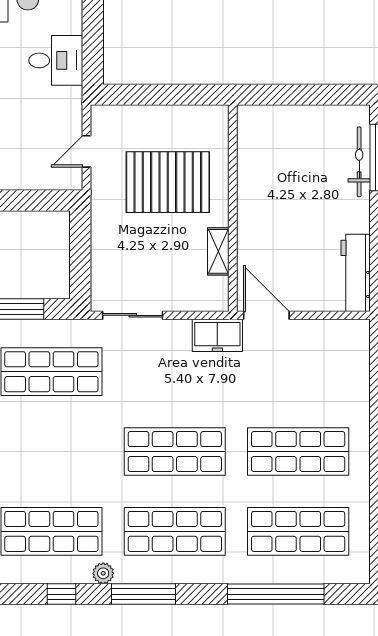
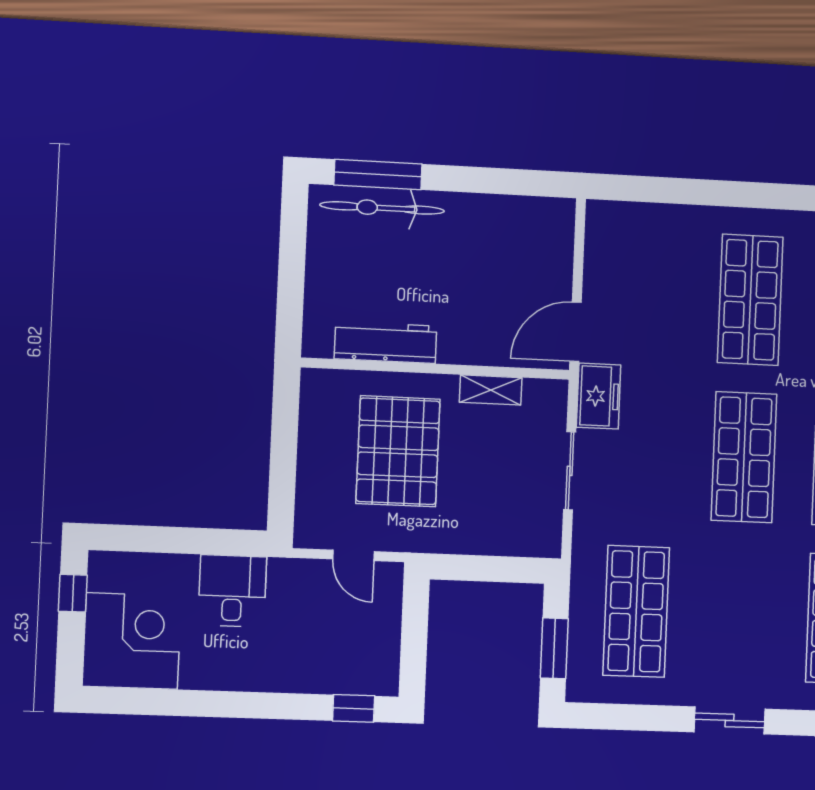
bicycle: (359, 162) -> (382, 208), width x1.37, depth x1.40
workbench: (356, 273) -> (386, 342), moved, turned 180
sliding door: (133, 315) -> (570, 471), moved

